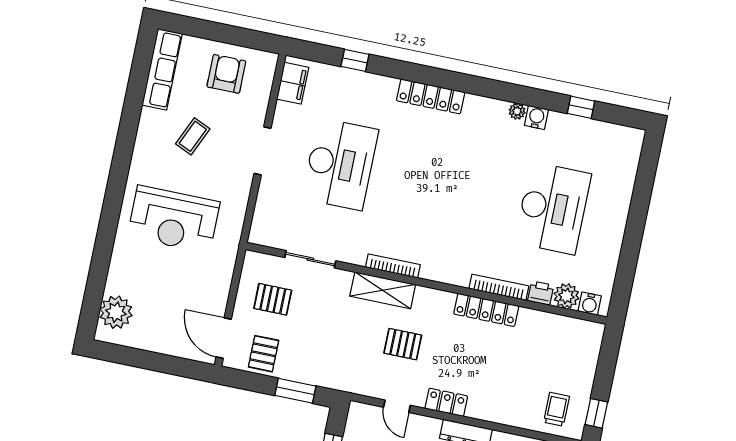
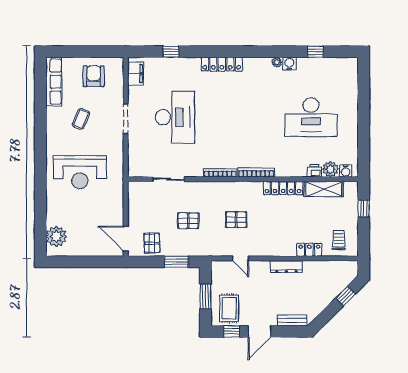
desk: (553, 208) -> (311, 117), turned 90
bookcase: (499, 287) -> (256, 173), moved
shelving: (383, 290) -> (324, 189), moved
pallet: (273, 299) -> (188, 221), moved
locker: (446, 402) -> (309, 250), moved
window: (596, 413) -> (364, 208), moved

